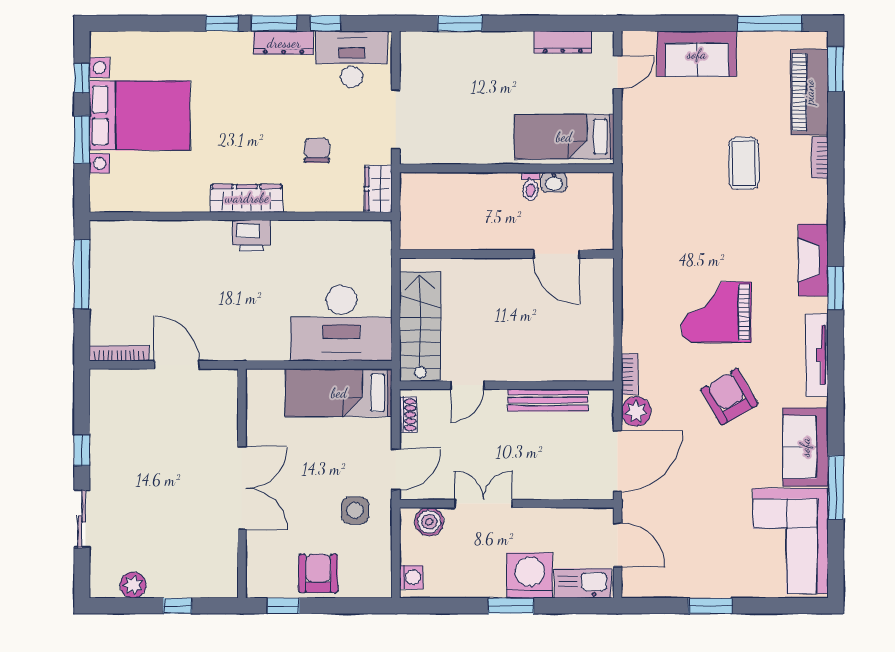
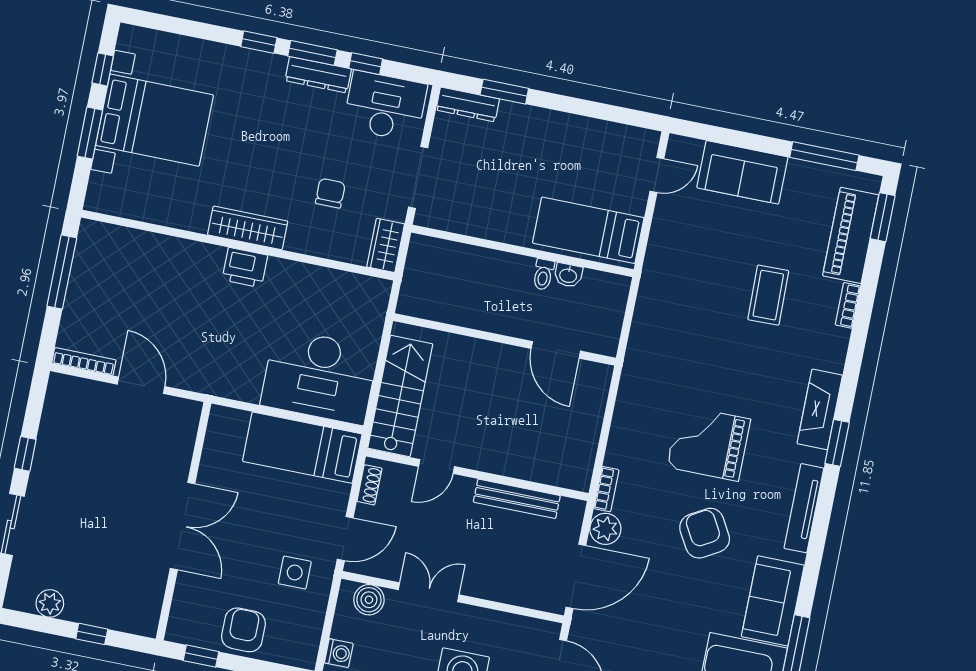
dresser: (563, 42) -> (468, 104), moved

